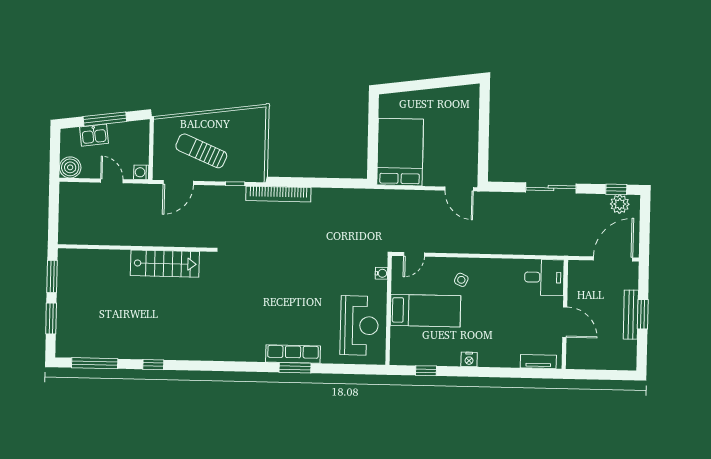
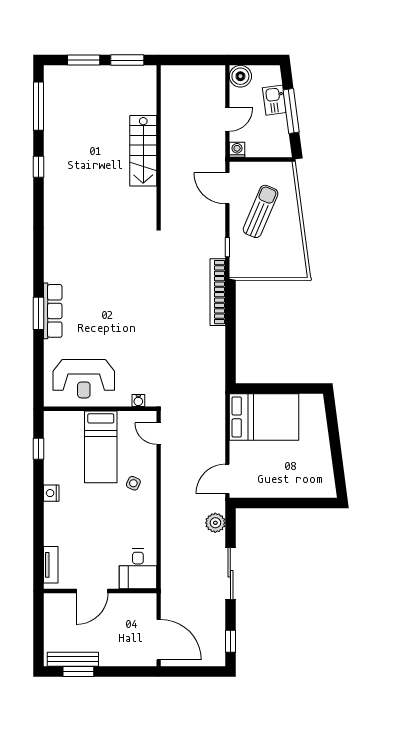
plant: (620, 204) -> (215, 523), moved
stairs: (165, 264) -> (143, 151), moved
window: (643, 314) -> (78, 672), moved
bench: (631, 315) -> (73, 659), moved

